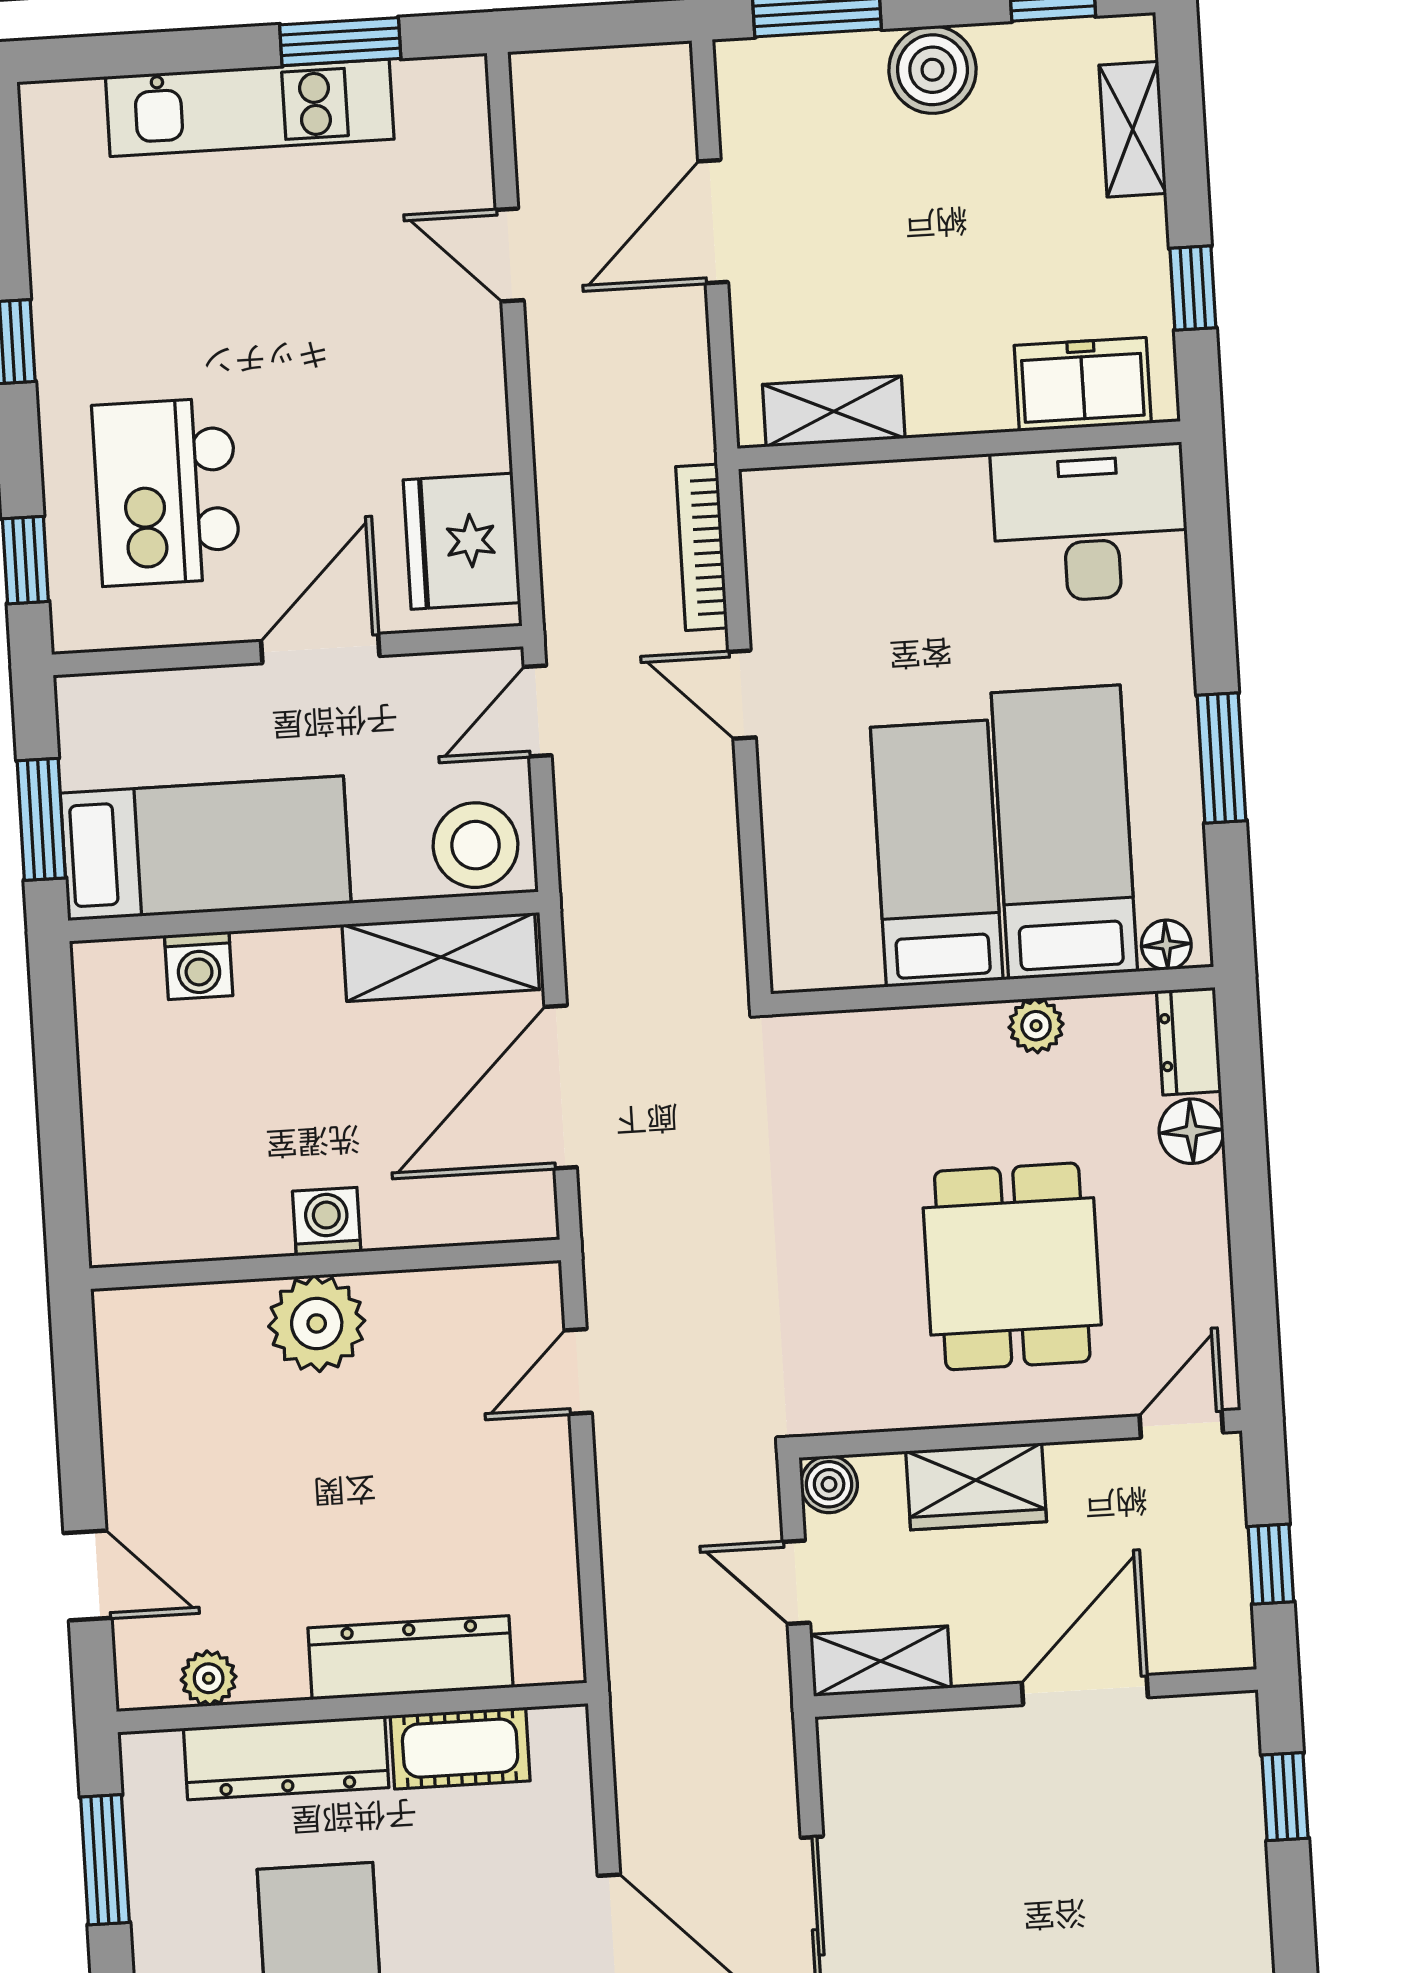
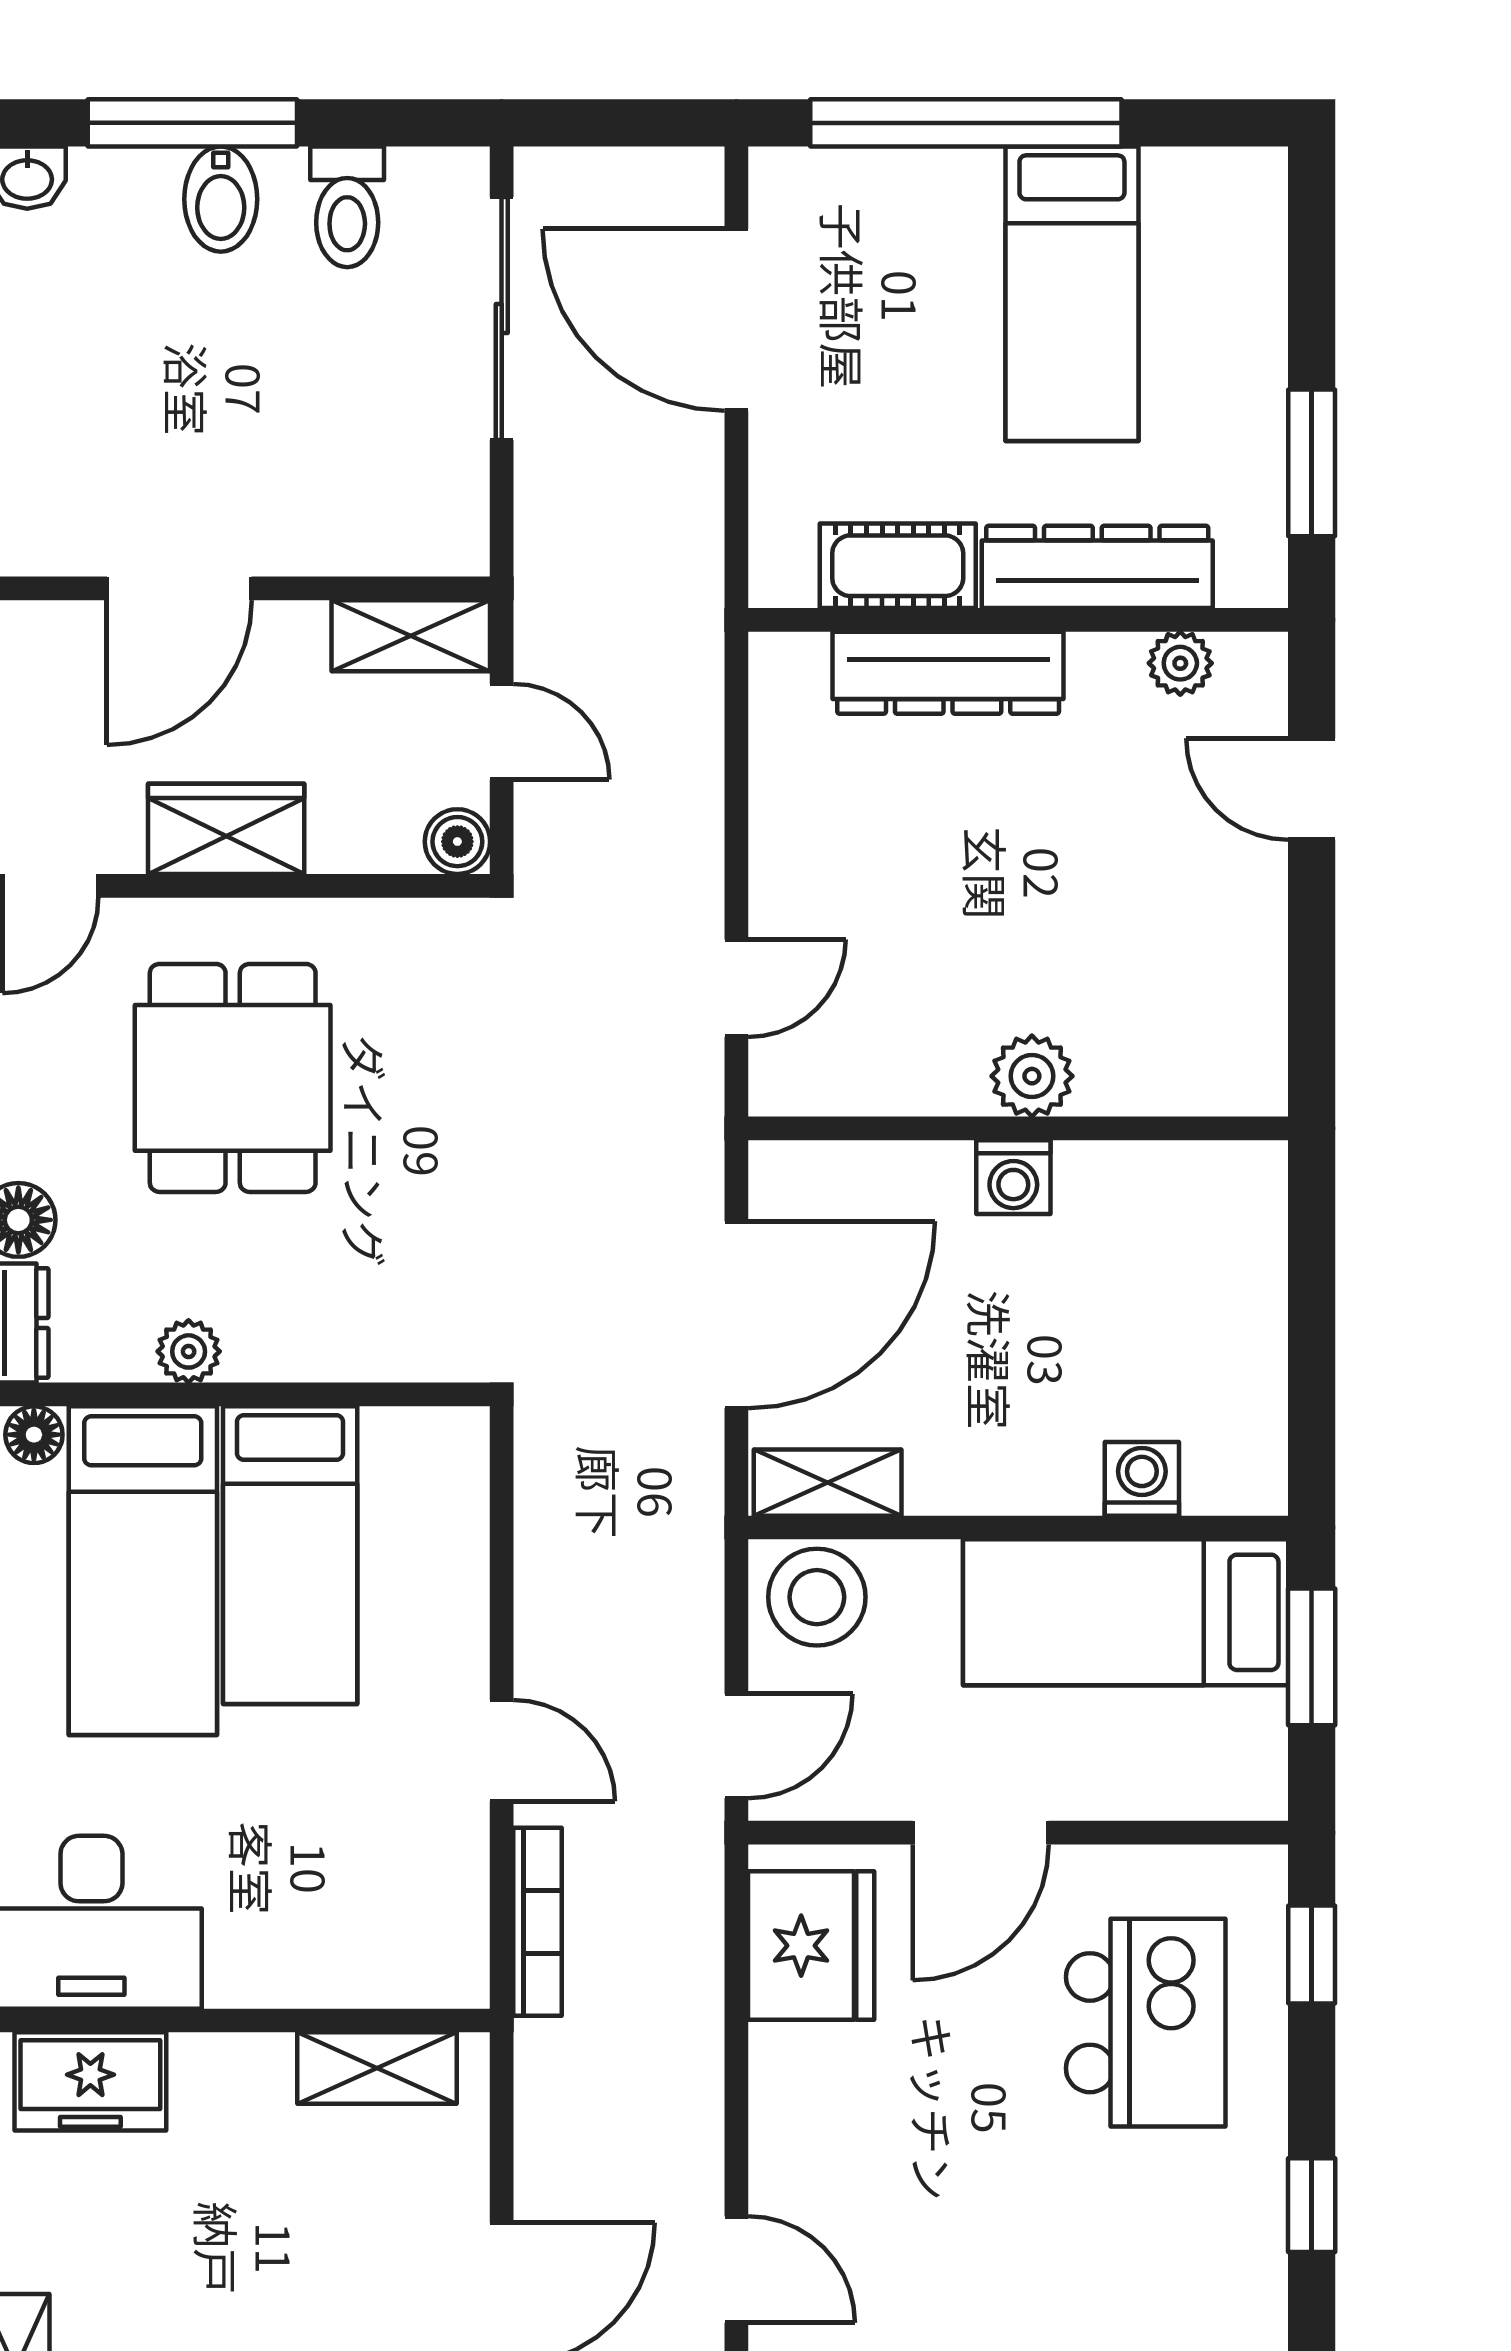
shelving: (441, 957) -> (828, 1483), width x0.67, depth x0.75
plant: (317, 1323) -> (1032, 1076), width x0.73, depth x0.73
wardrobe: (976, 1486) -> (226, 829), moved

